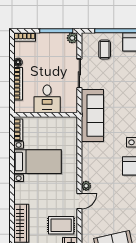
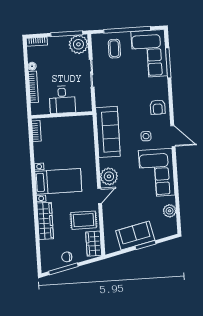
plant: (72, 38) -> (78, 44), width x1.87, depth x1.87
sofa: (92, 116) -> (108, 132), moved
bed with nightstands: (38, 162) -> (58, 181), moved
plant: (86, 186) -> (109, 176), width x1.87, depth x1.87

